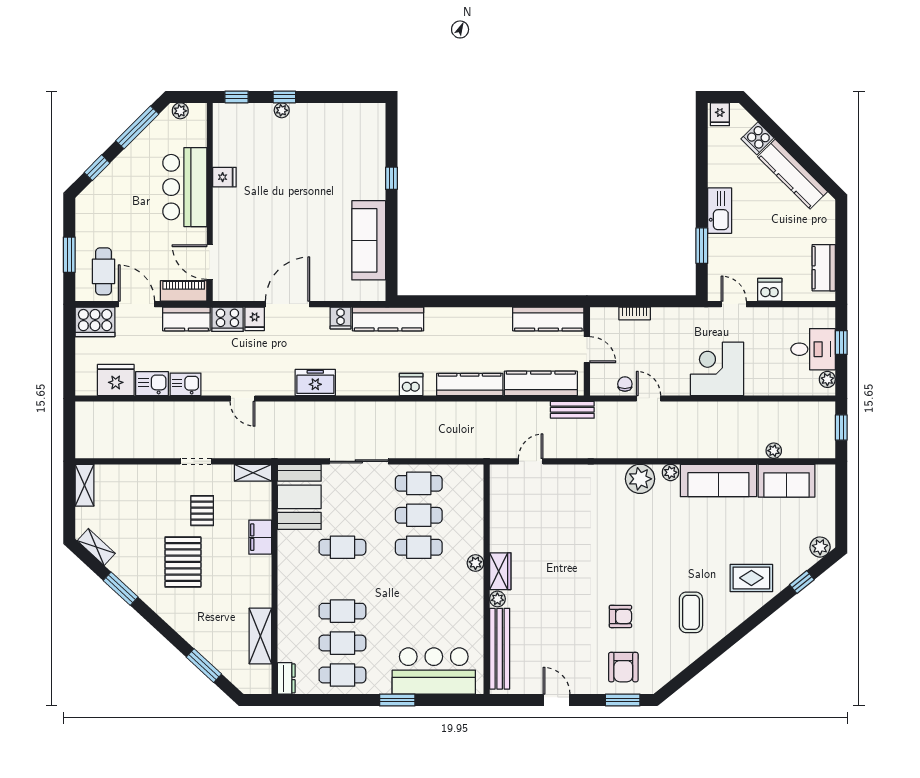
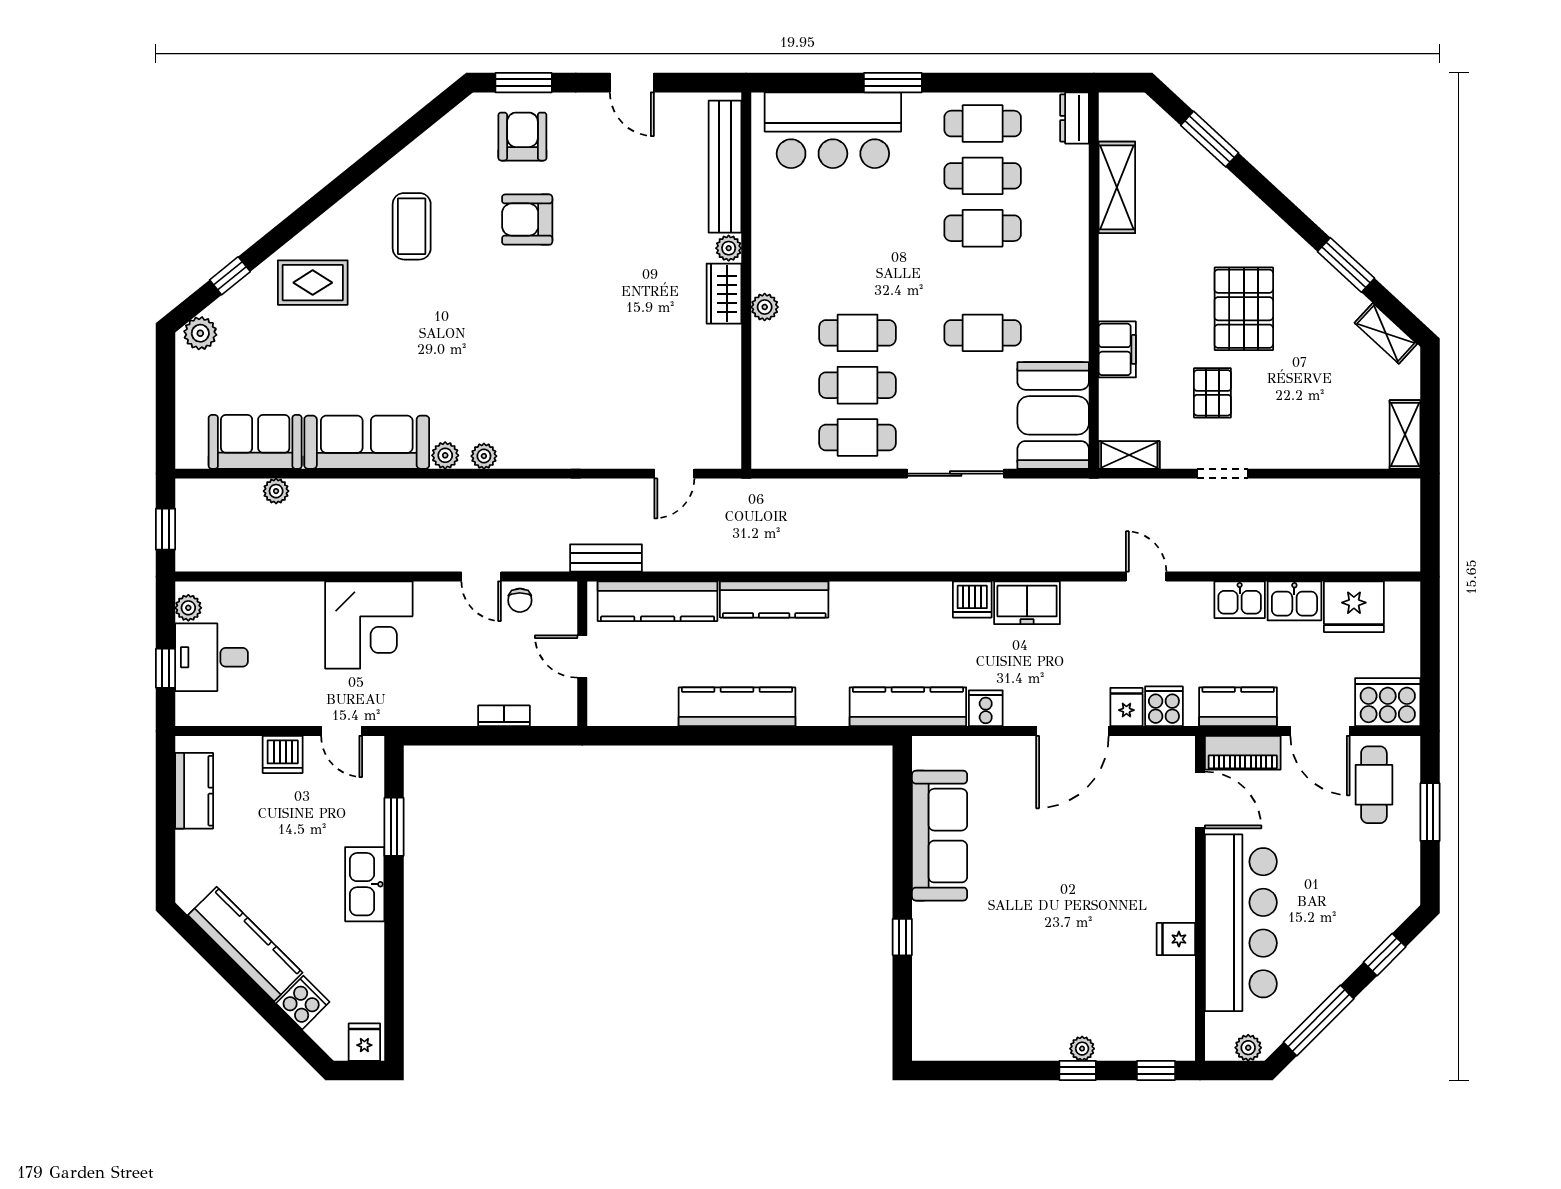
bar counter: (185, 187) -> (1241, 923), width x1.36
cooker: (227, 319) -> (1164, 706), width x0.73
kitchen counter: (548, 319) -> (737, 707), moved
dishwasher: (411, 384) -> (972, 599), moved
plant: (640, 479) -> (484, 456), width x0.53, depth x0.53
armchair: (620, 616) -> (527, 220), width x1.38, depth x1.38

